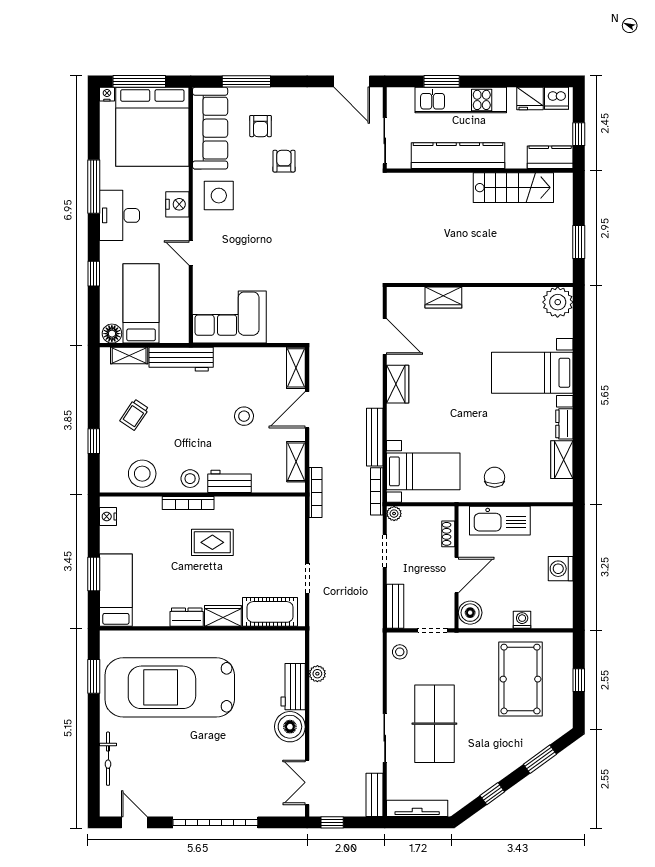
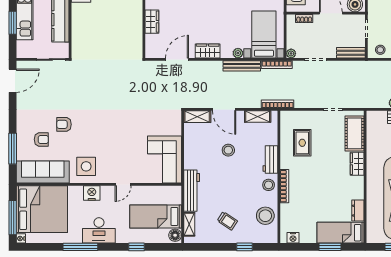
plant: (395, 431) -> (238, 53), added
rug: (212, 542) -> (302, 143), moved
dresser: (187, 617) -> (358, 211), moved

